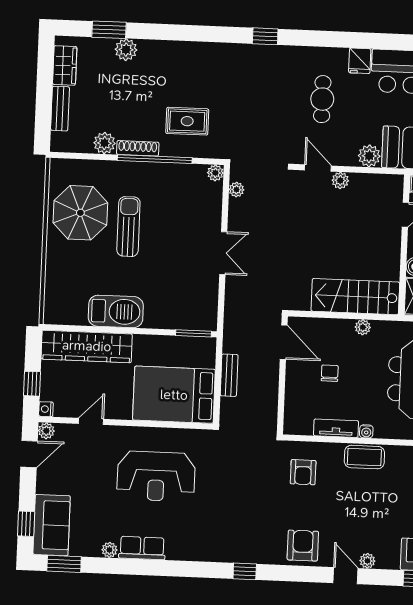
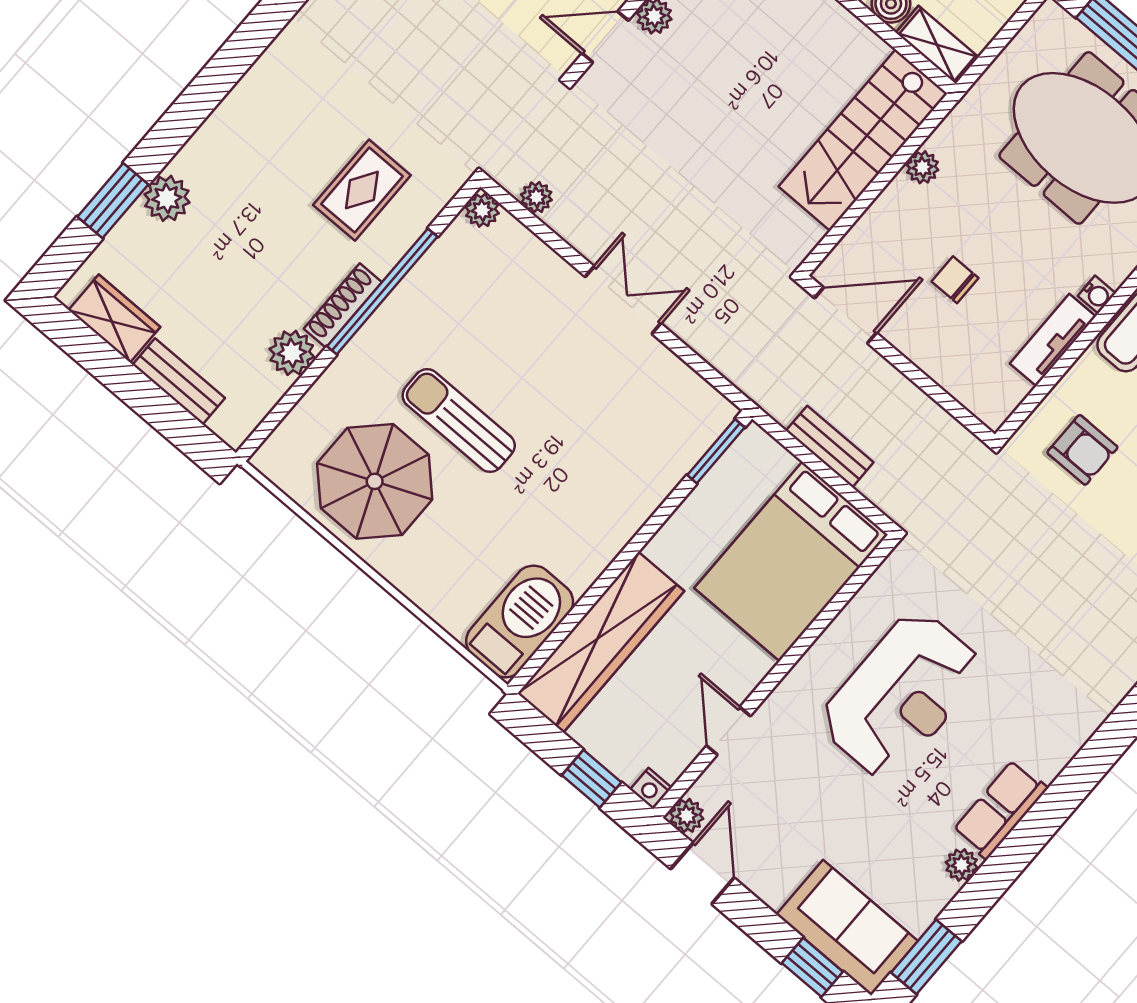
barbecue: (116, 311) -> (520, 621), moved

